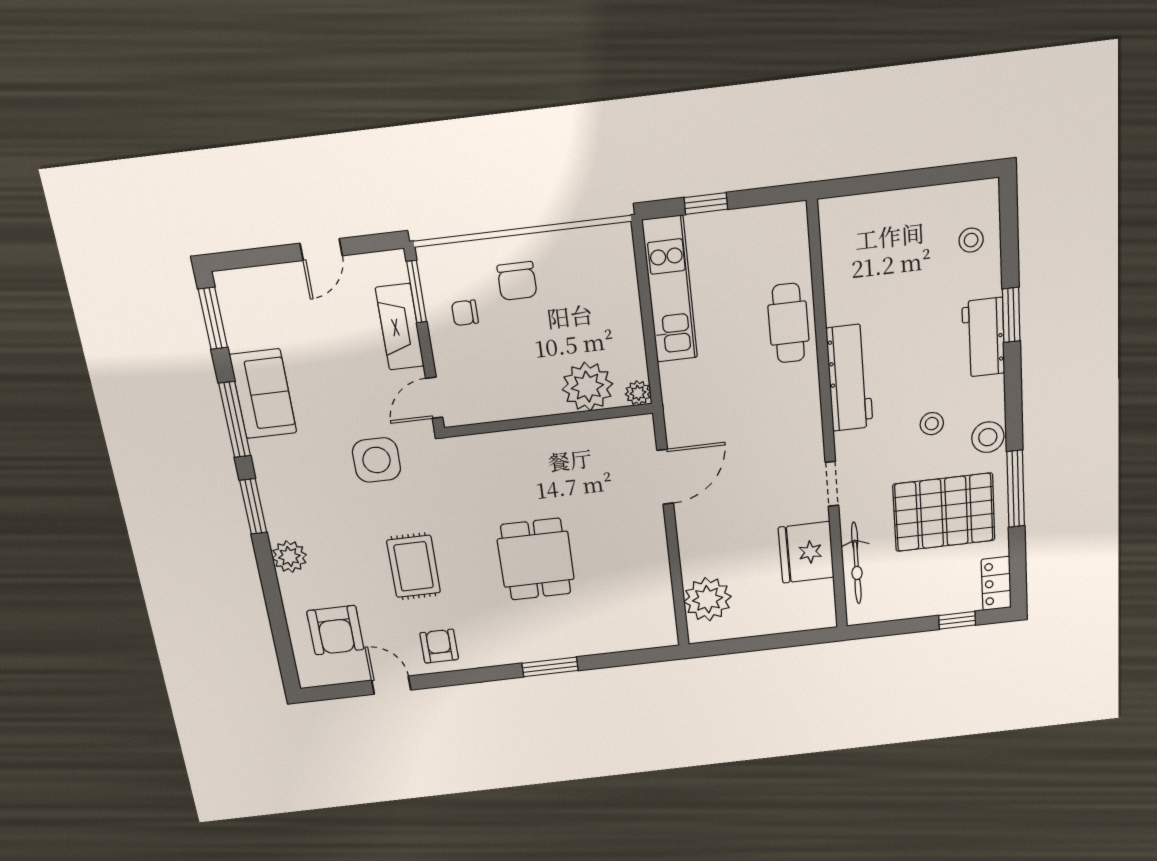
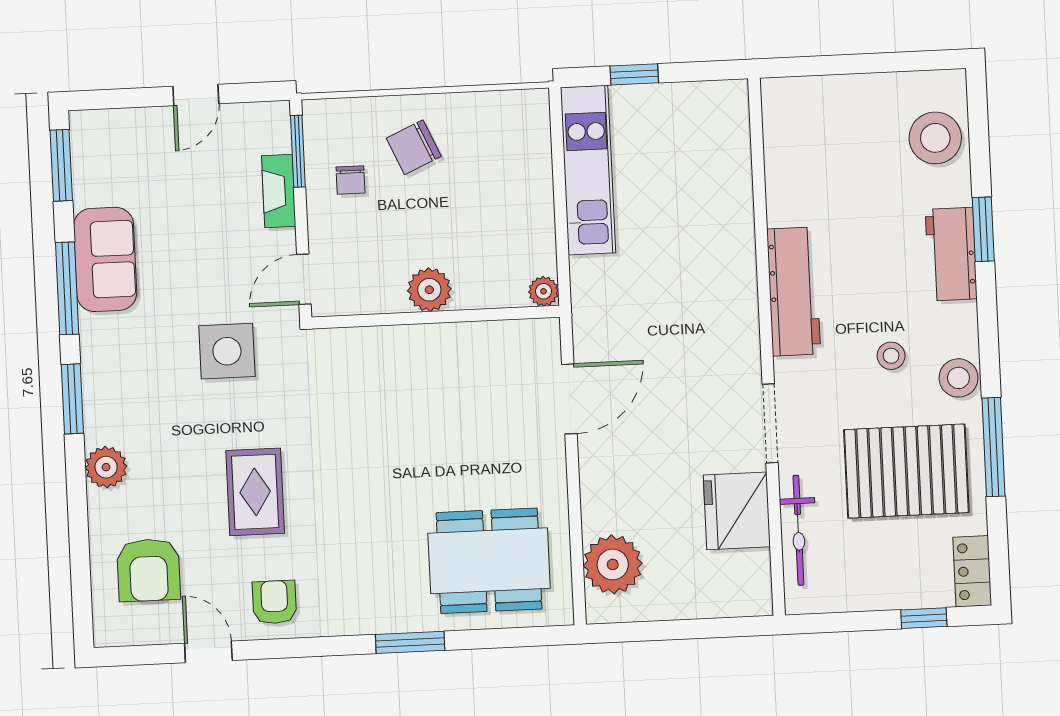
stool: (971, 240) -> (935, 138), width x1.89, depth x1.89
chair: (517, 281) -> (414, 147), turned 66
chair: (465, 313) -> (350, 180), turned -90
cafe table: (788, 323) -> (723, 220), removed
fireplace: (400, 327) -> (279, 191), width x0.73, depth x0.76
plant: (587, 387) -> (429, 290), moved, width x0.73, depth x0.73
doorway: (832, 484) -> (770, 423), width x1.38
dining table: (536, 559) -> (489, 561), moved, width x1.38

